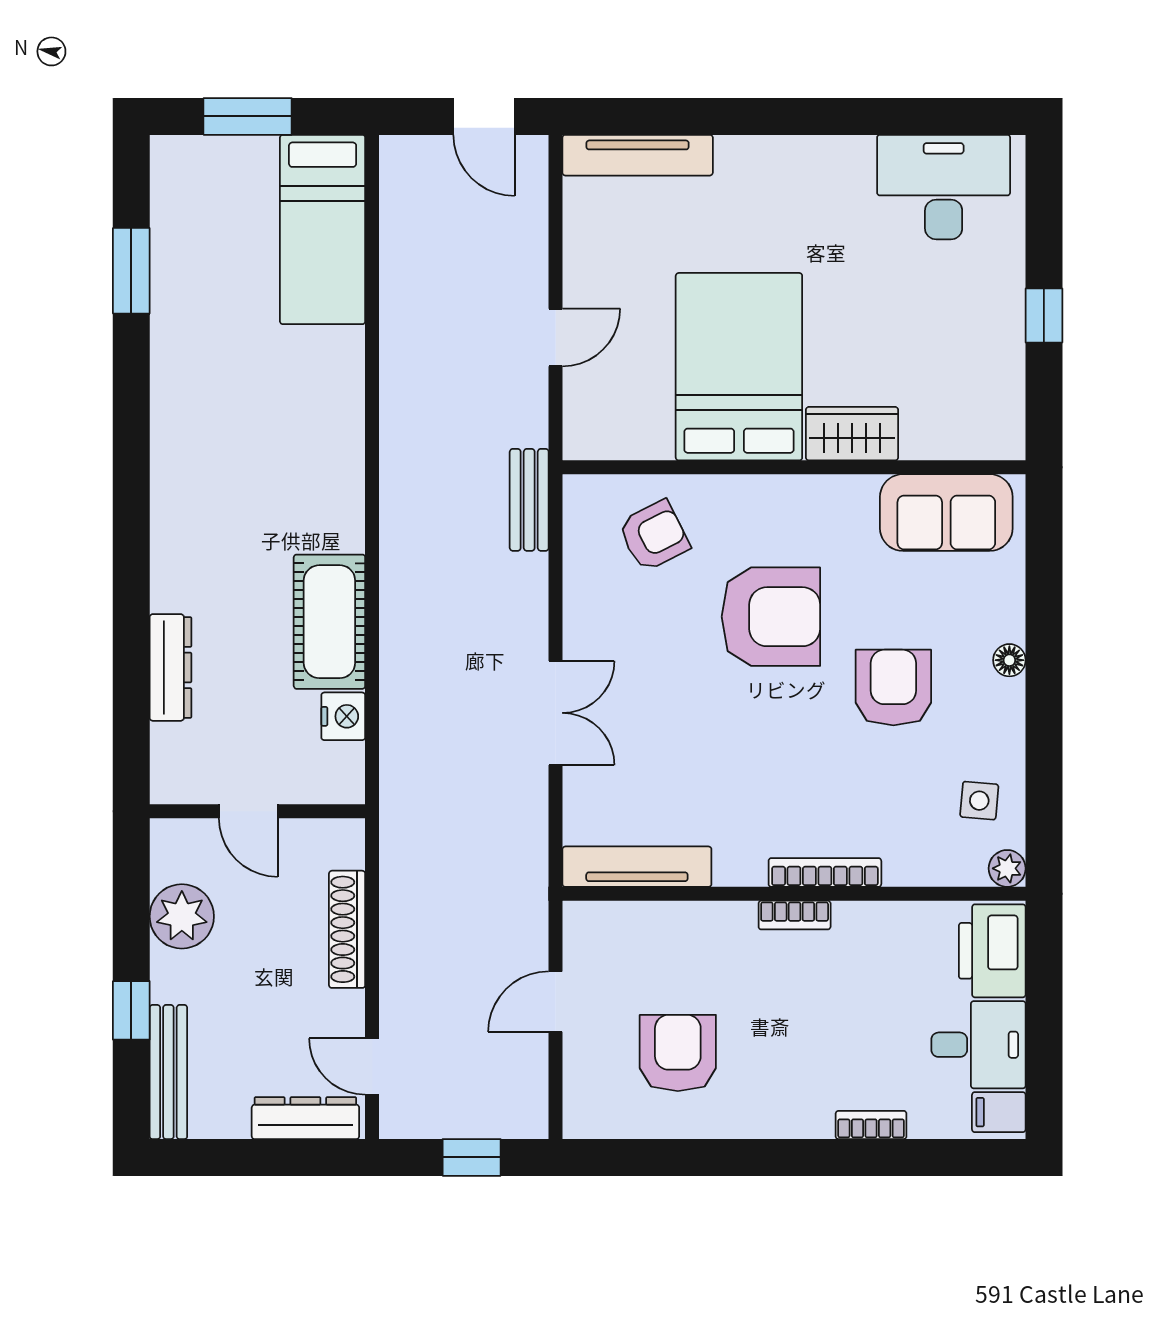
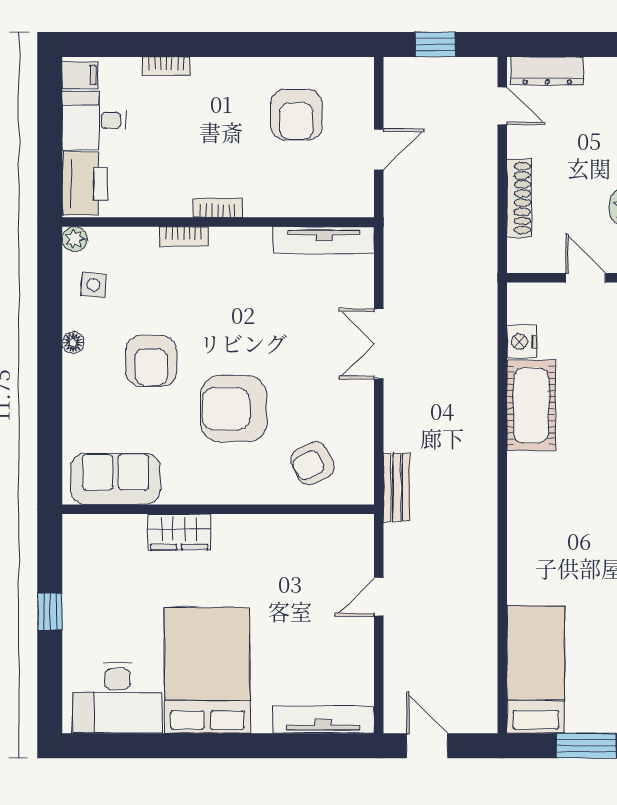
bed: (739, 367) -> (207, 670), moved, turned 180
floor lamp: (1009, 660) -> (73, 343), moved
bookcase: (825, 872) -> (184, 236), width x0.64

